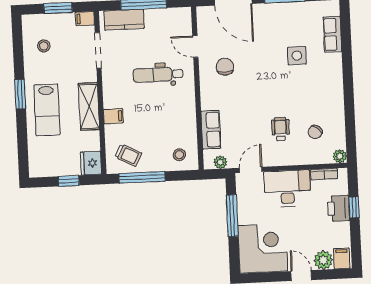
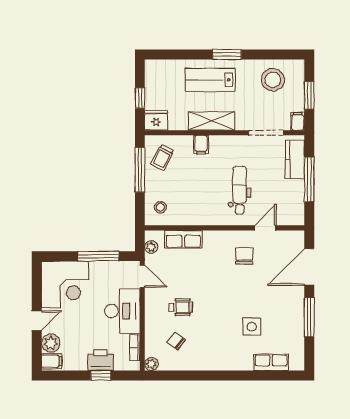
stool: (44, 46) -> (273, 80), width x1.89, depth x1.89
chair: (225, 67) -> (244, 256), turned -90

